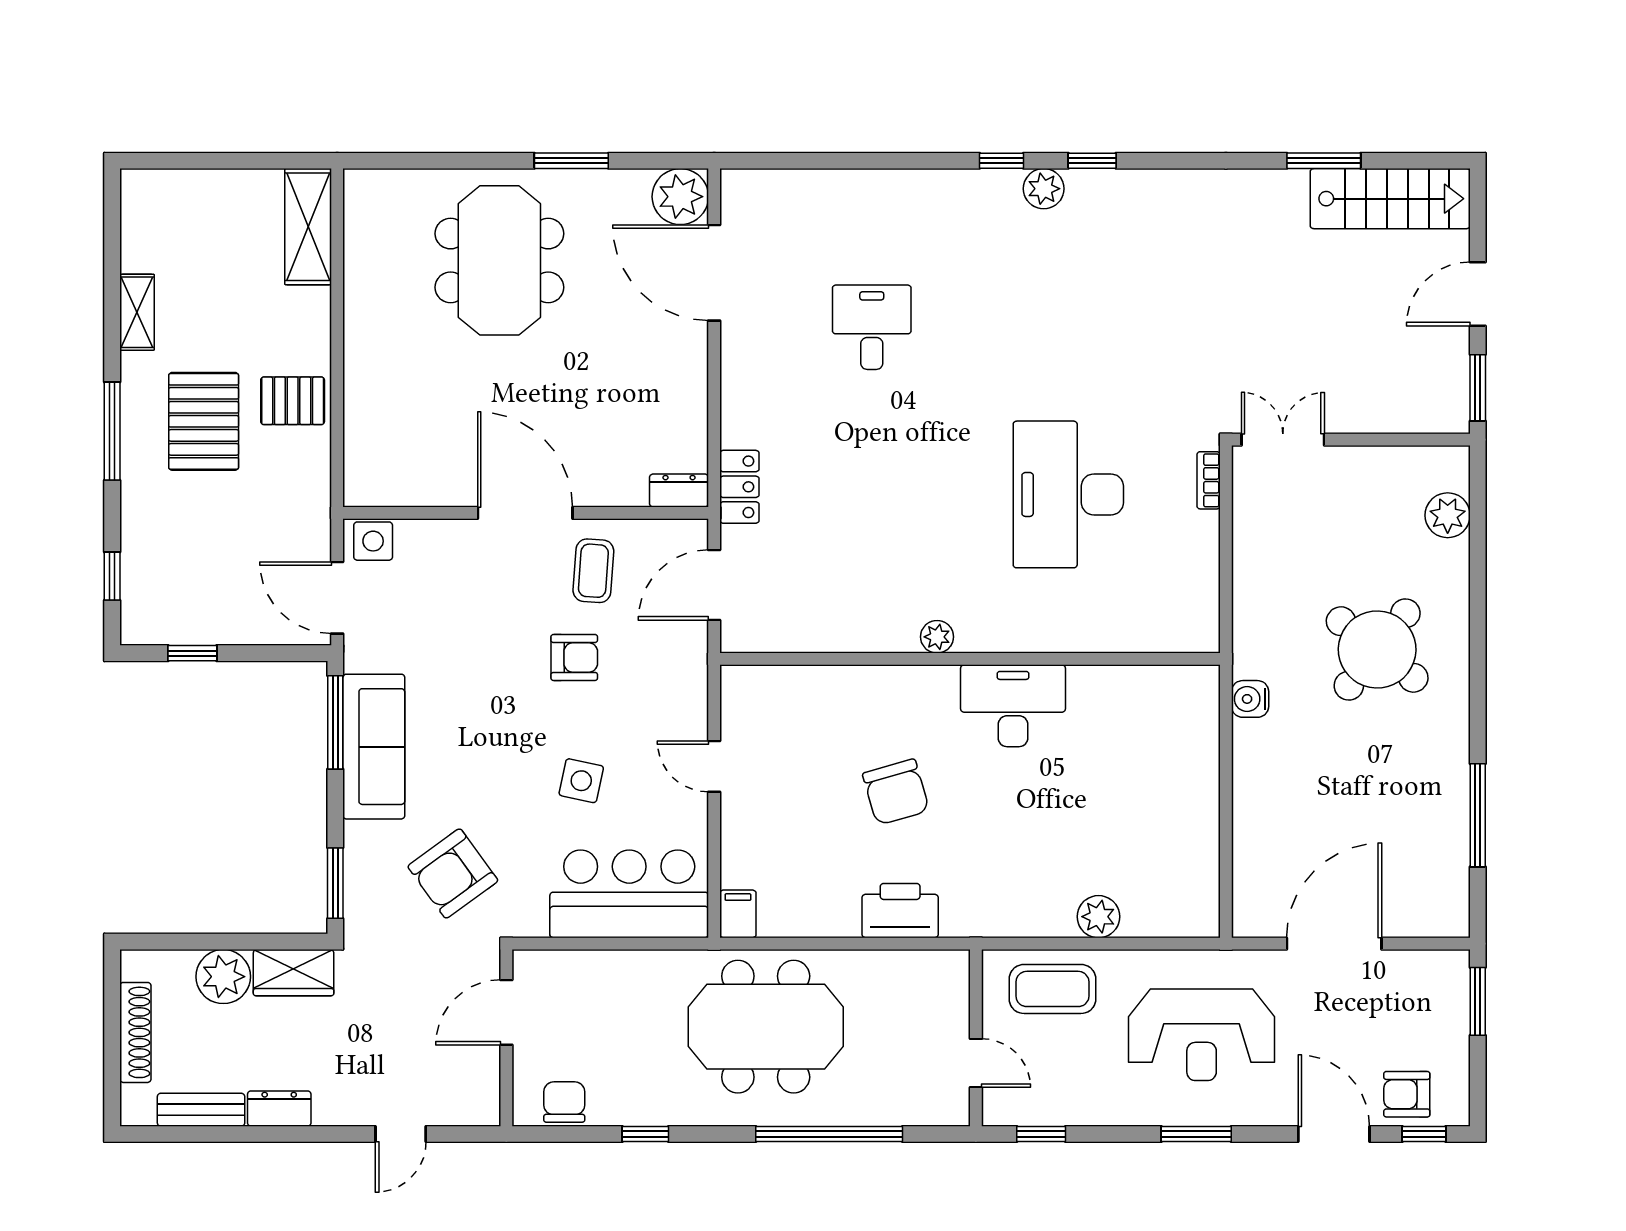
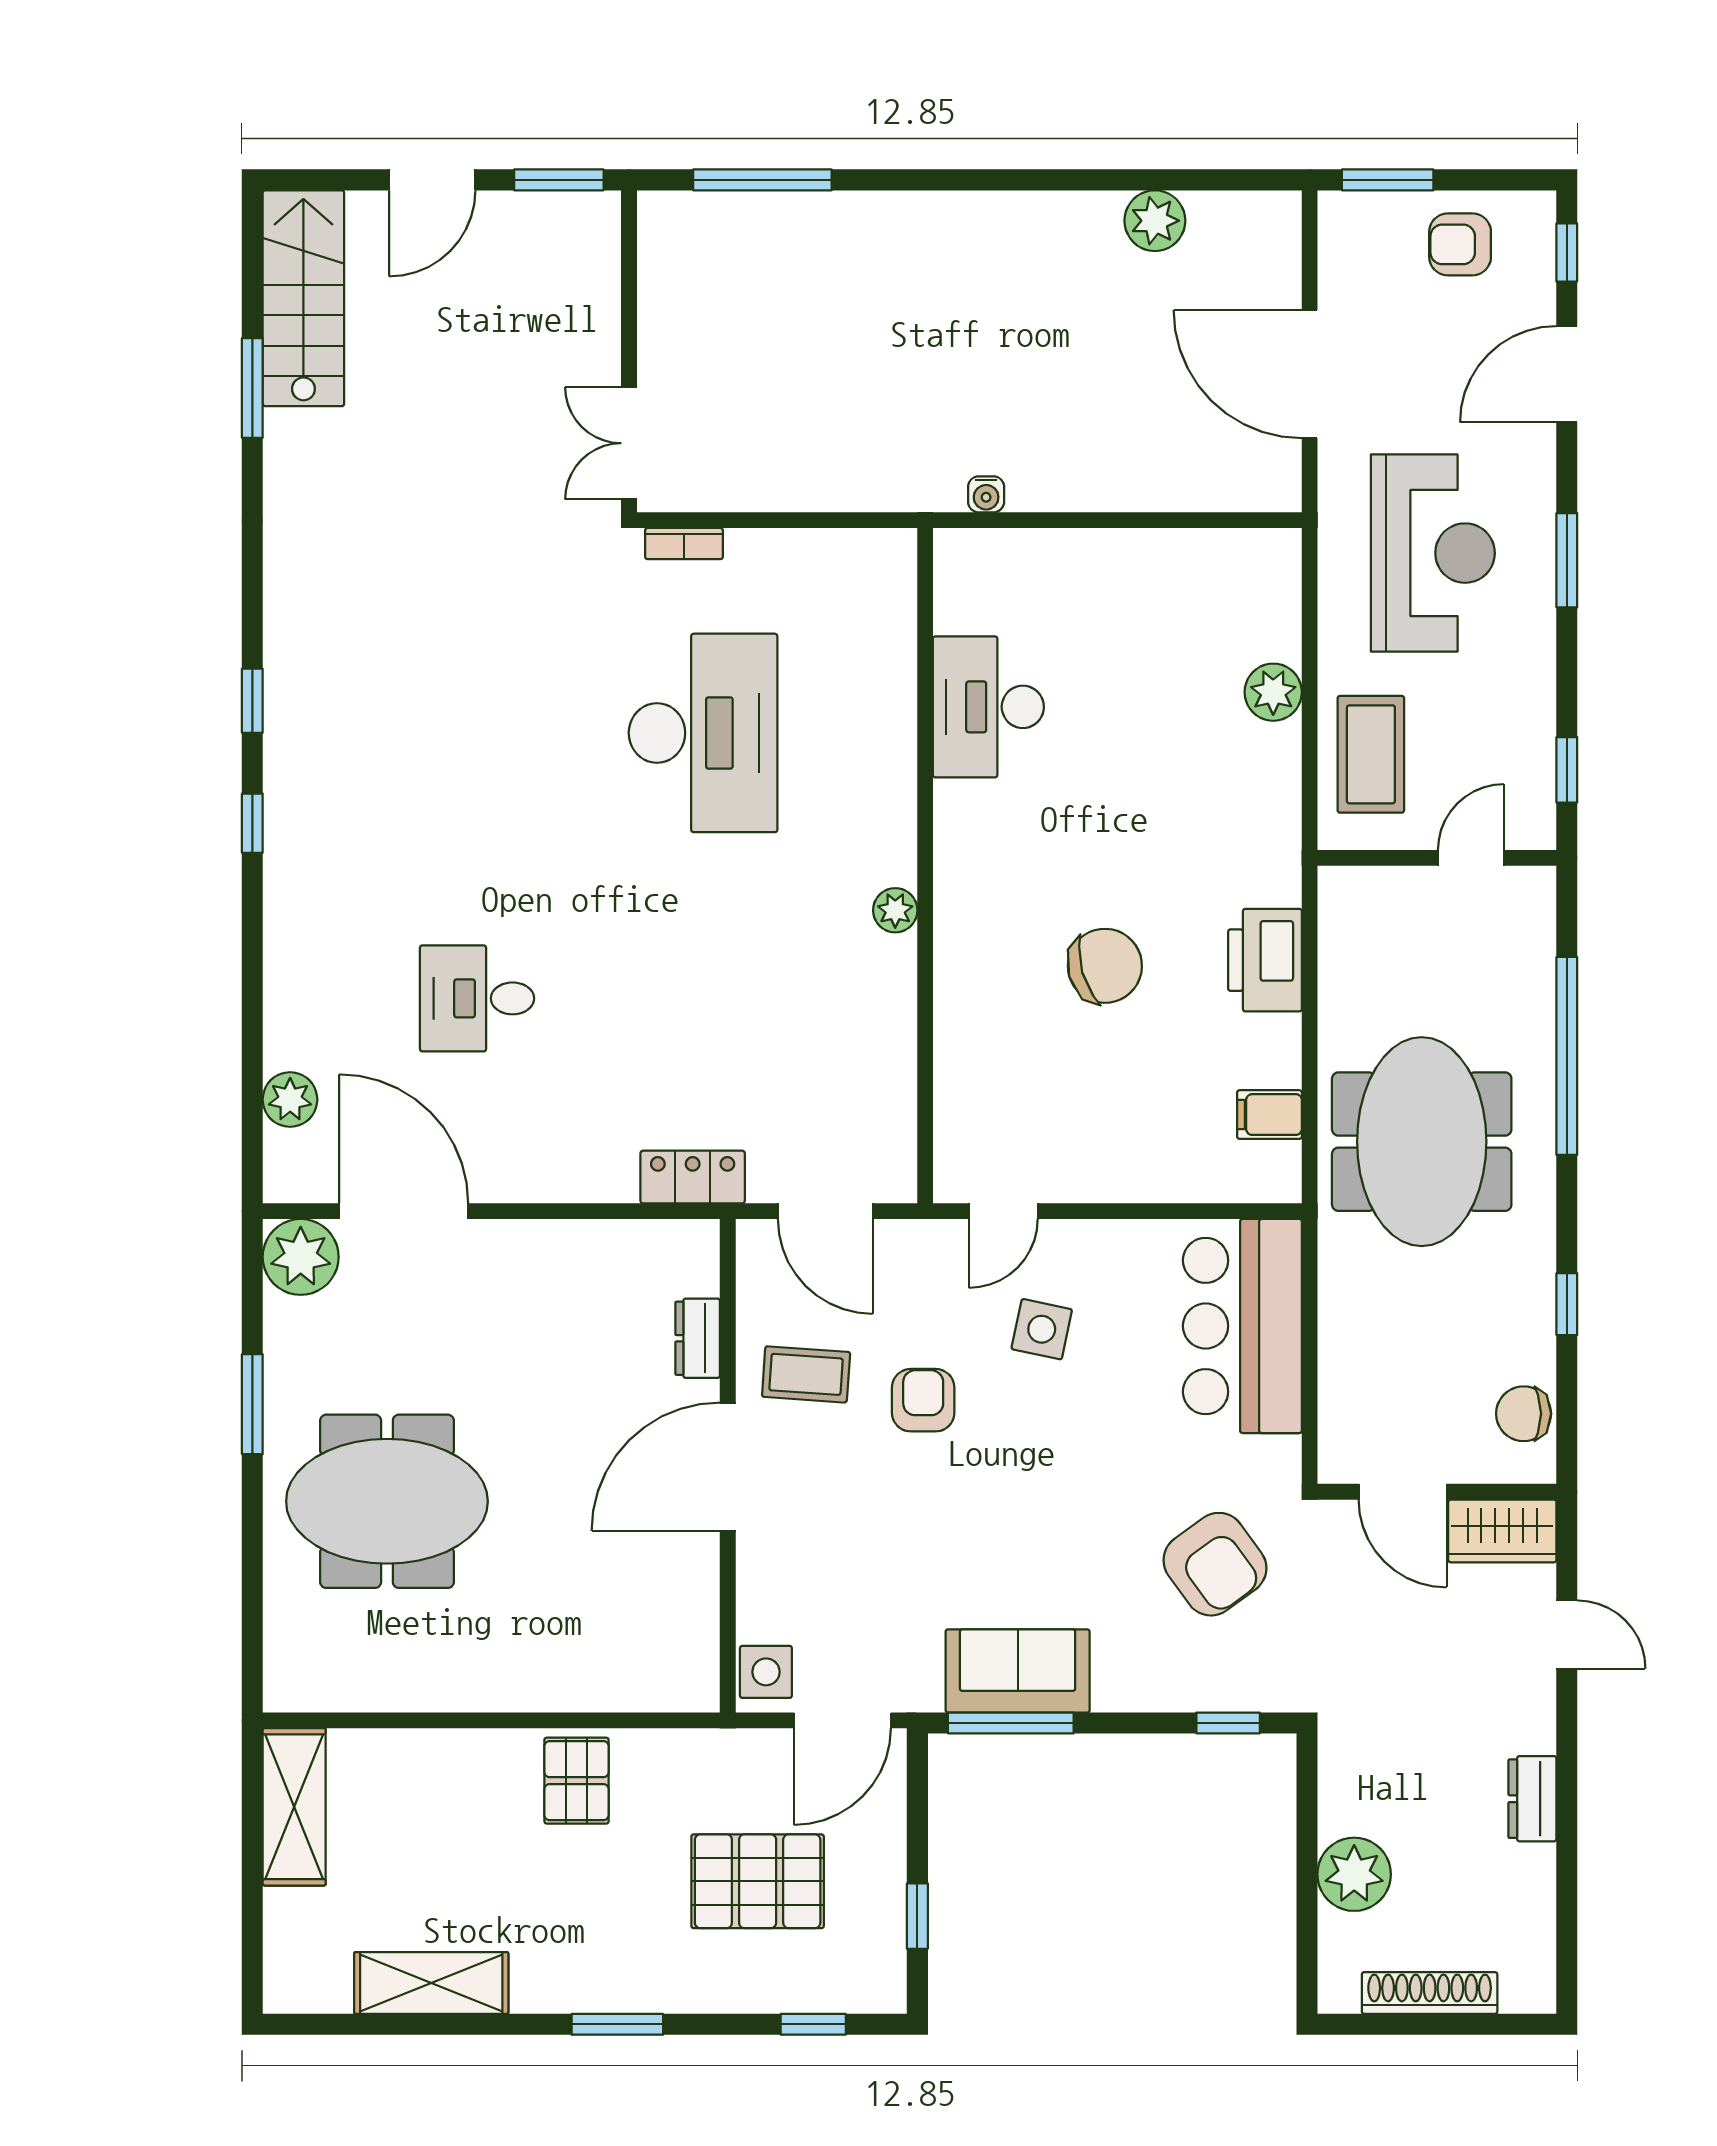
plant: (1044, 189) -> (290, 1100), moved
shelving: (308, 227) -> (294, 1807), moved, turned 90
door: (714, 273) -> (404, 1211), swing flipped
door: (1478, 294) -> (432, 180), hinge flipped
shelving: (137, 312) -> (431, 1983), width x1.50, depth x1.33
pallet: (204, 421) -> (758, 1881), moved
window: (112, 431) -> (617, 2024), width x0.69
dresser: (679, 490) -> (698, 1338), moved
desk: (1068, 494) -> (703, 733), turned -90
plant: (1448, 515) -> (1155, 221), moved
round table: (1377, 649) -> (912, 316), removed
water cooler: (1250, 699) -> (986, 494), width x0.72, depth x0.72
desk: (1013, 706) -> (988, 707), moved
sofa: (374, 747) -> (1018, 1671), width x0.73
door: (714, 766) -> (1003, 1211), moved
side table: (581, 781) -> (1042, 1329), moved
window: (1478, 815) -> (762, 180), moved
window: (335, 883) -> (1228, 1723), width x0.67
filing cabinet: (738, 914) -> (1269, 1115), moved
wardrobe: (294, 973) -> (1502, 1531), moved, turned 90
armchair: (1407, 1094) -> (1460, 244), moved, turned 90
bench: (201, 1110) -> (1534, 1904), removed

